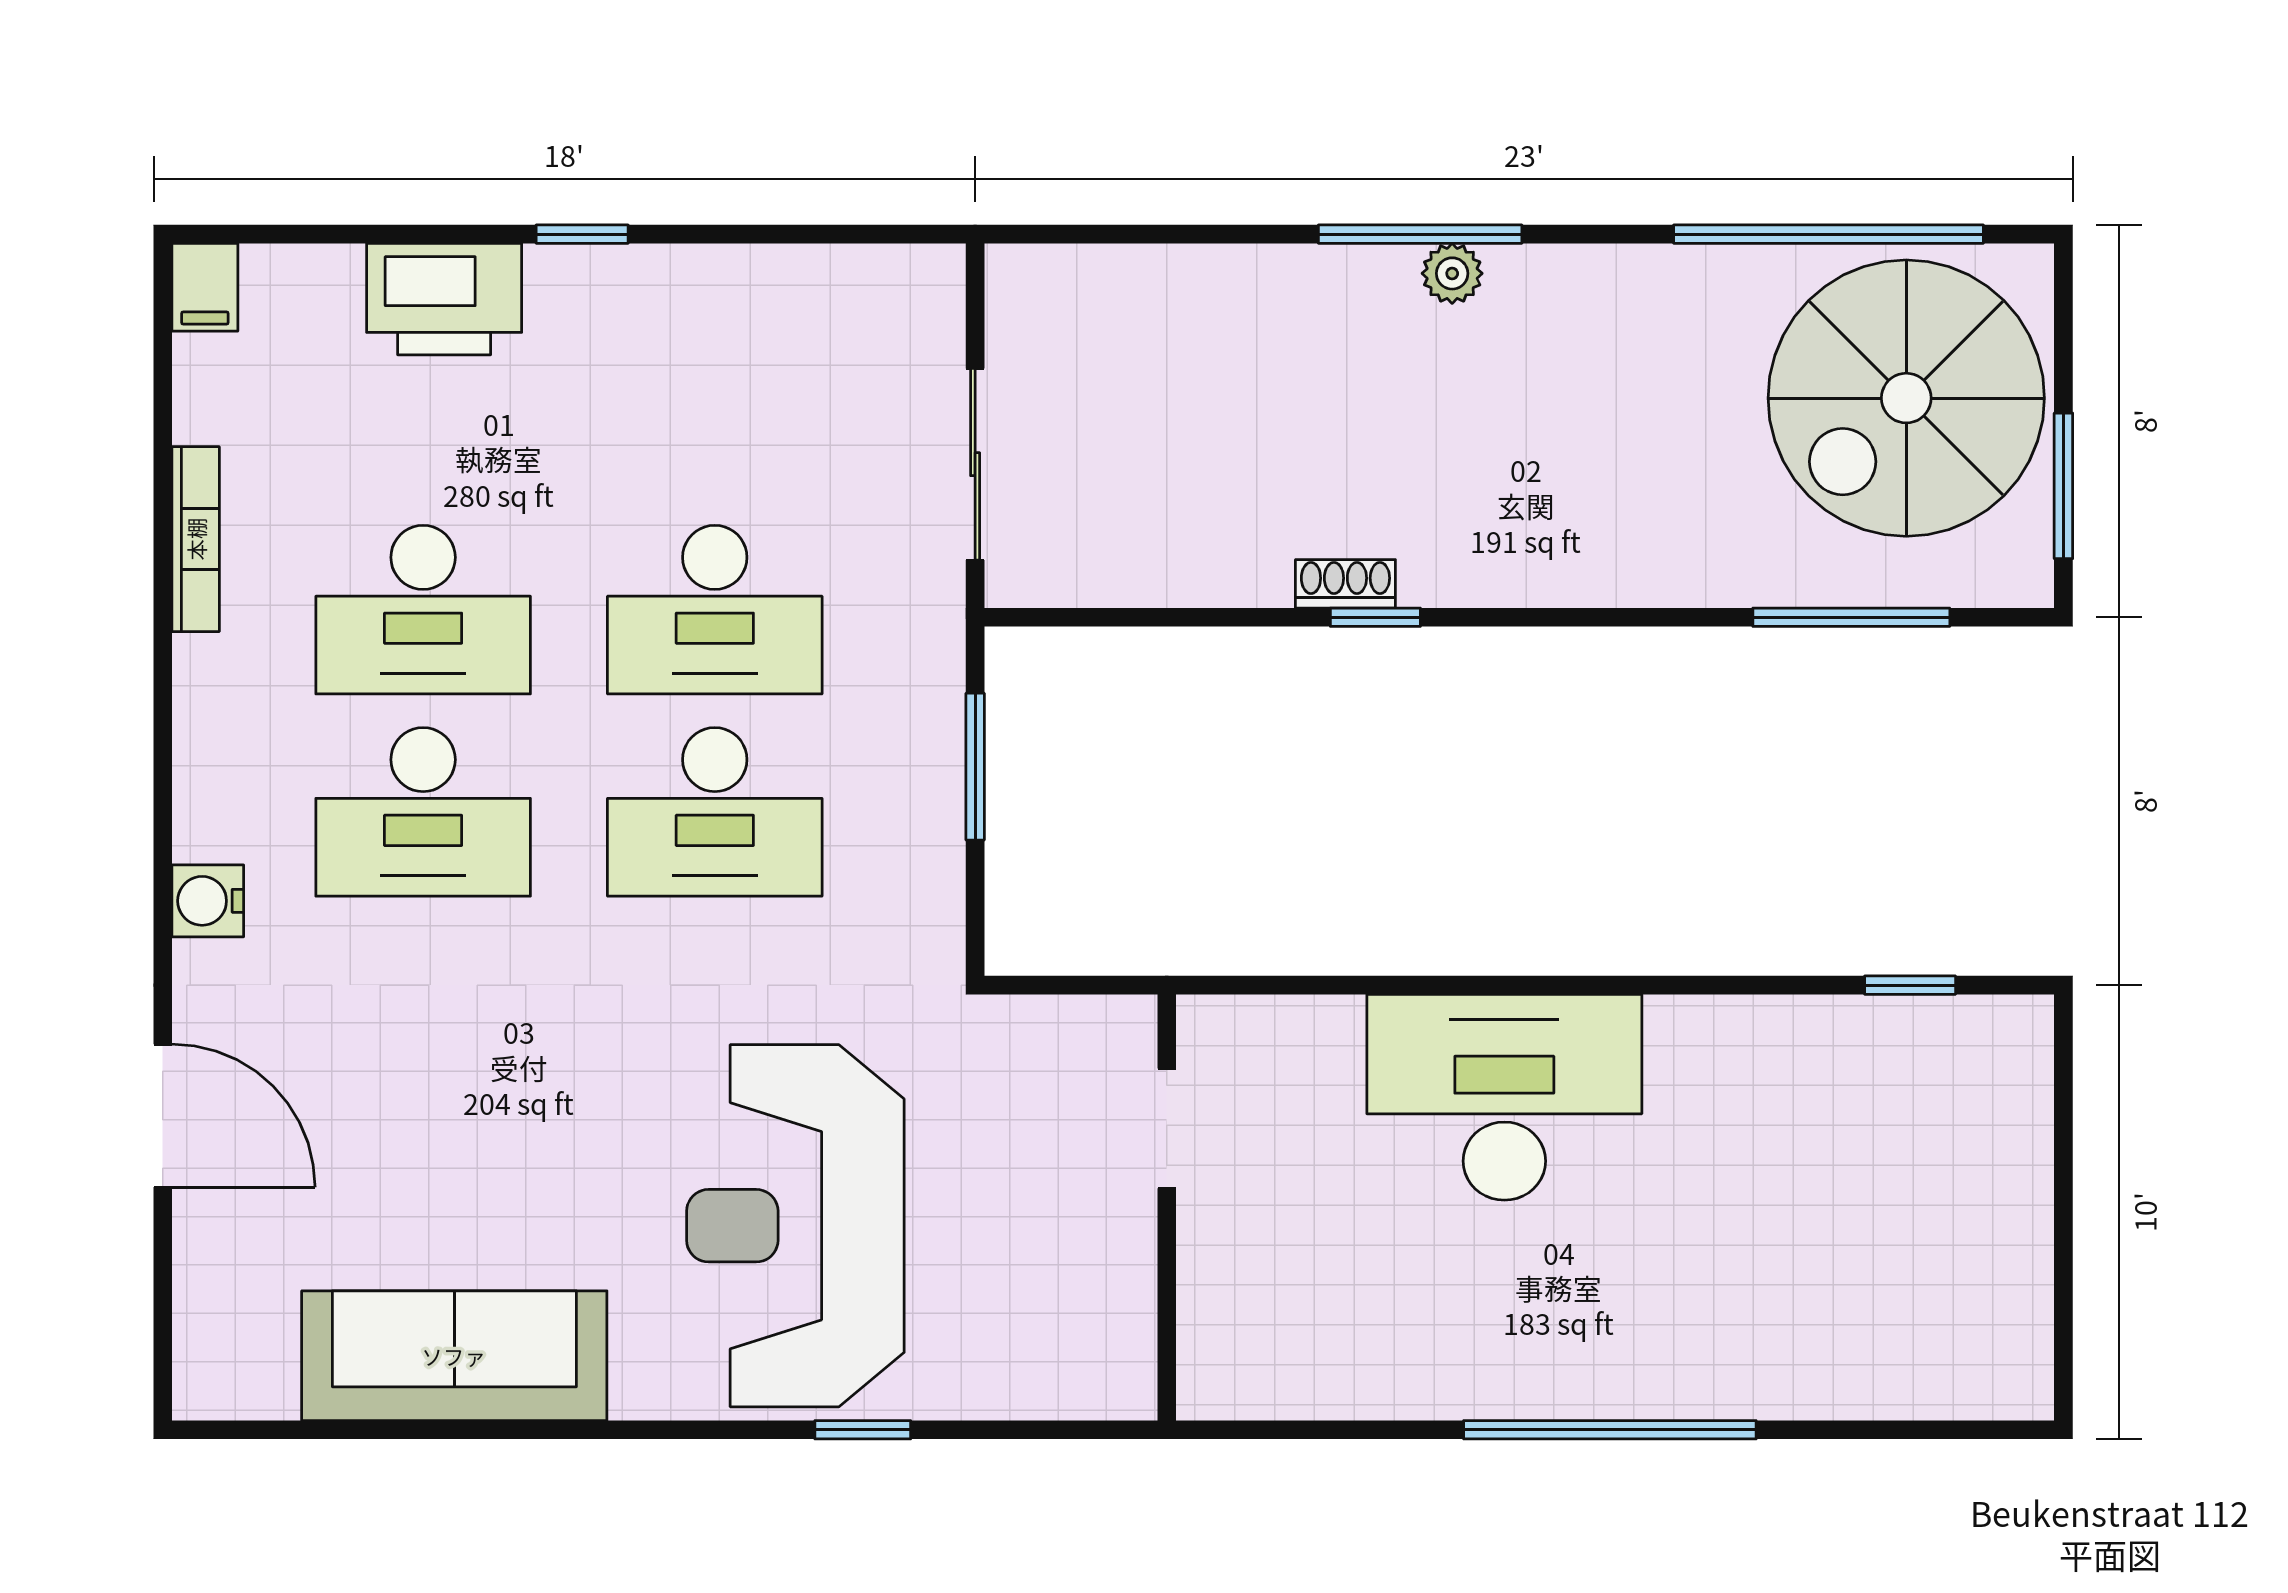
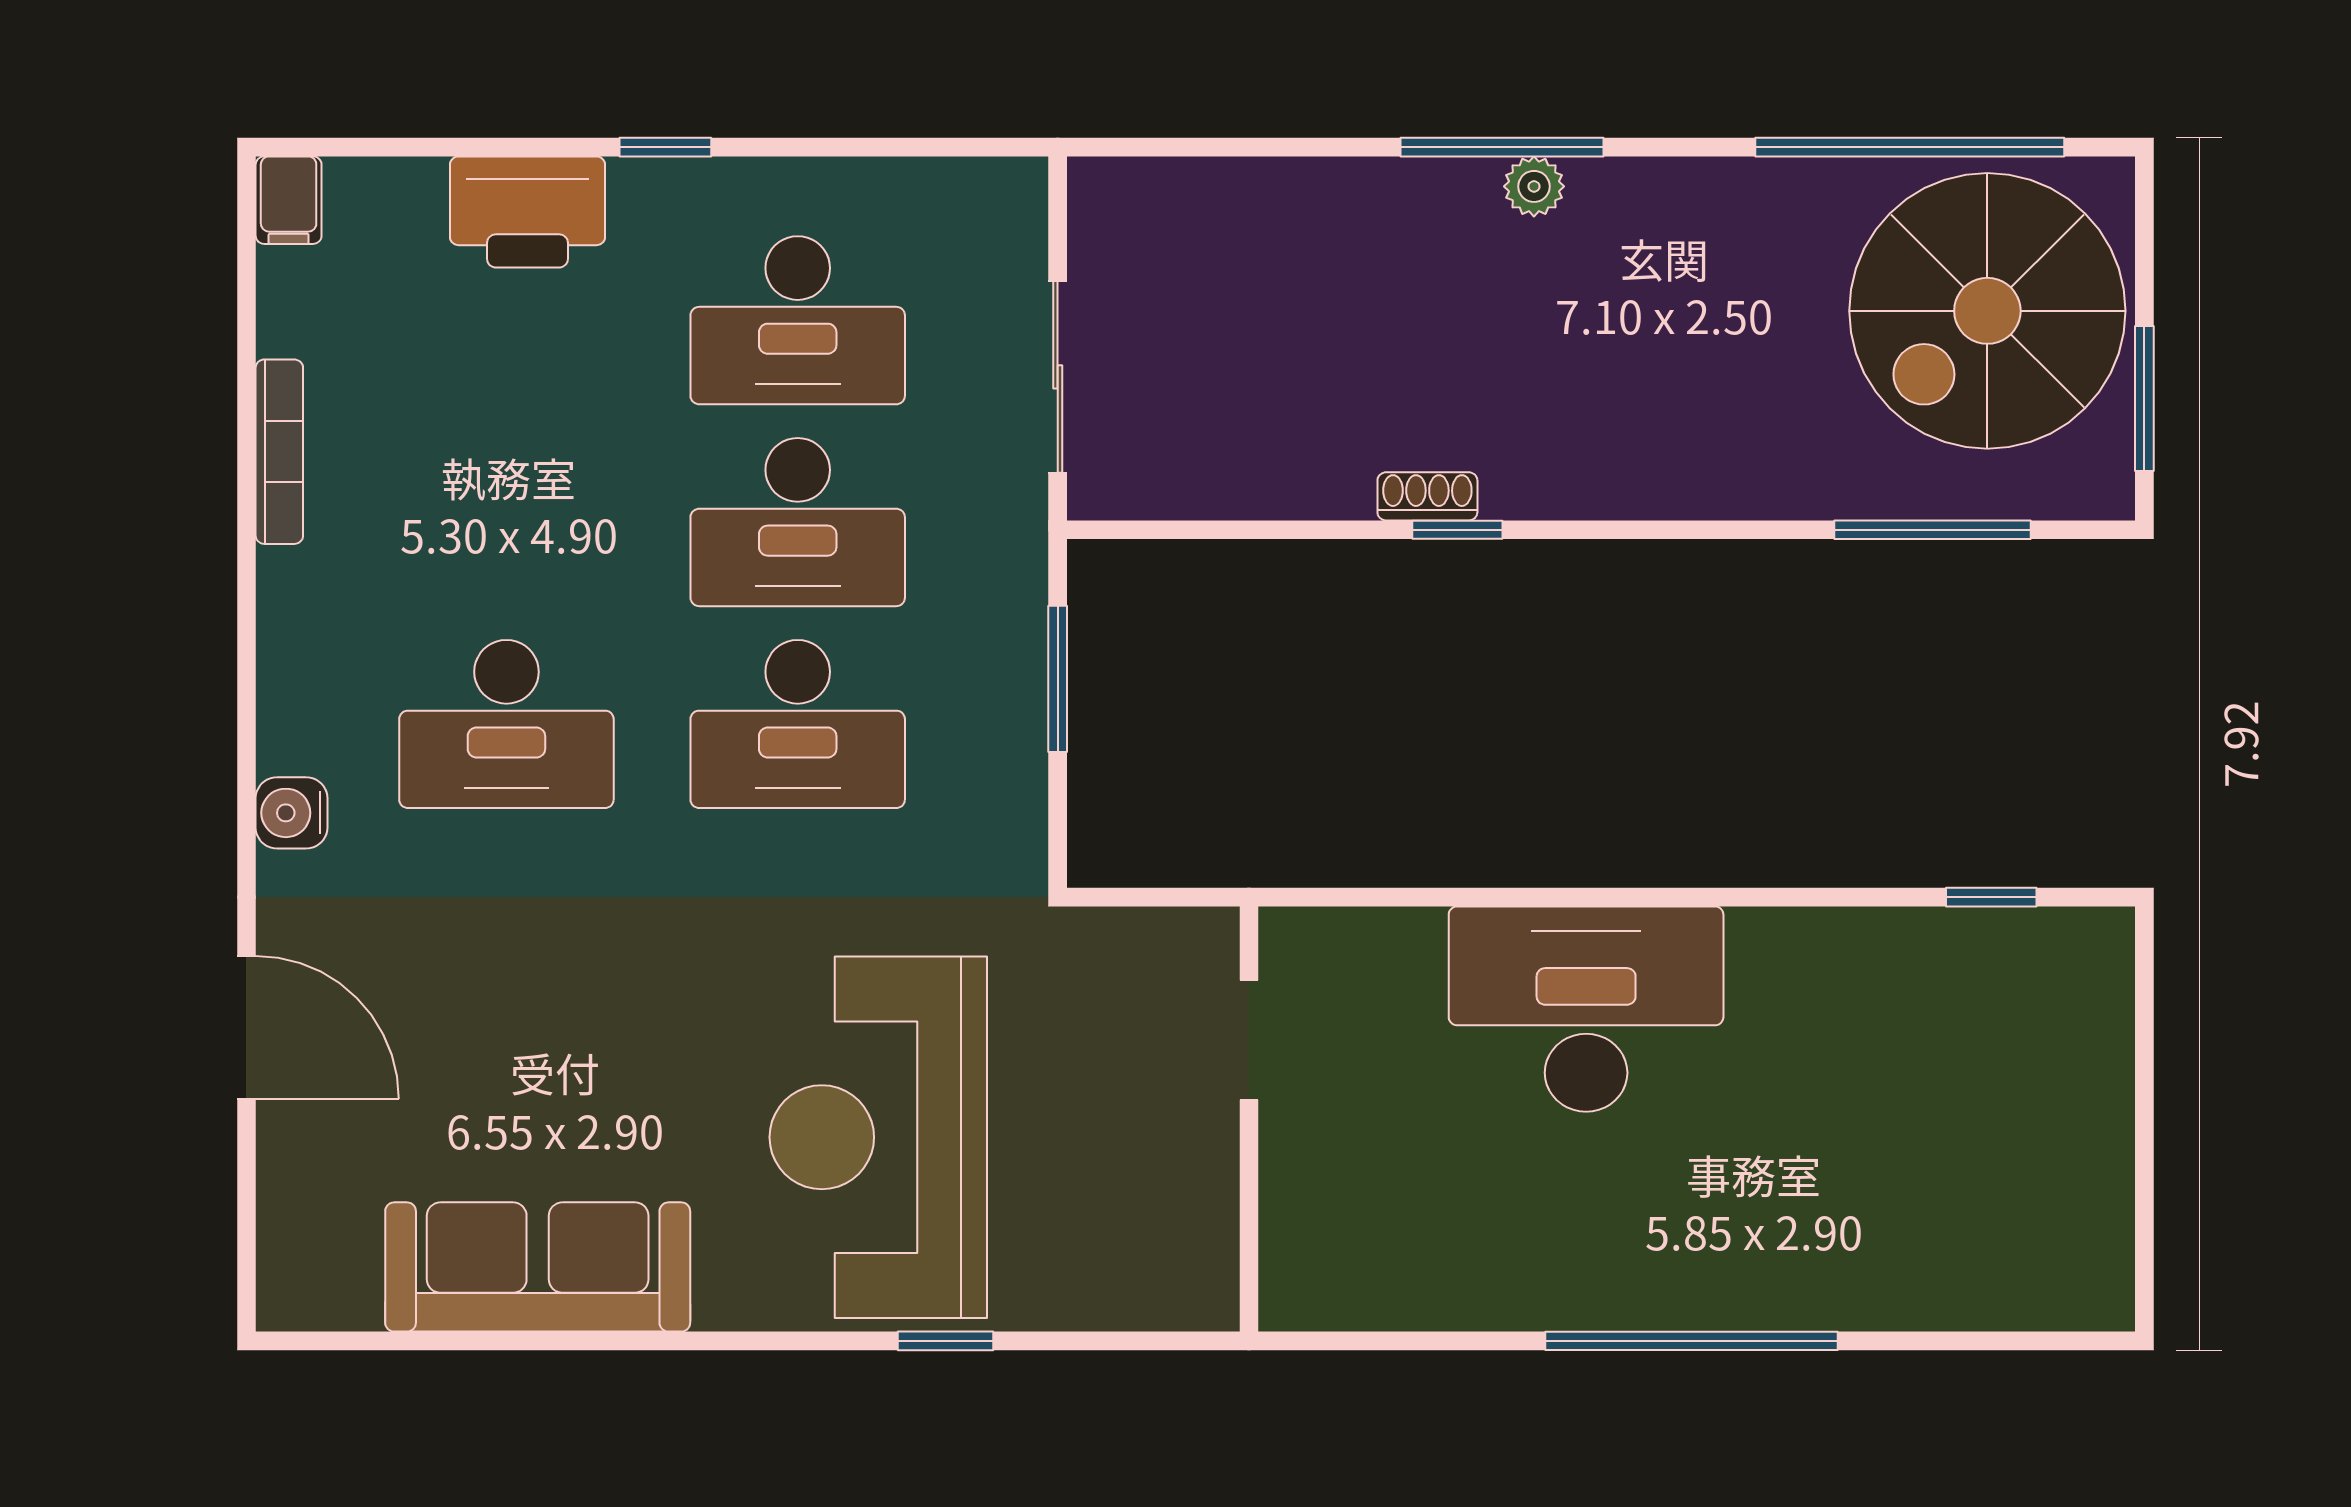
desk: (423, 610) -> (798, 320), moved

